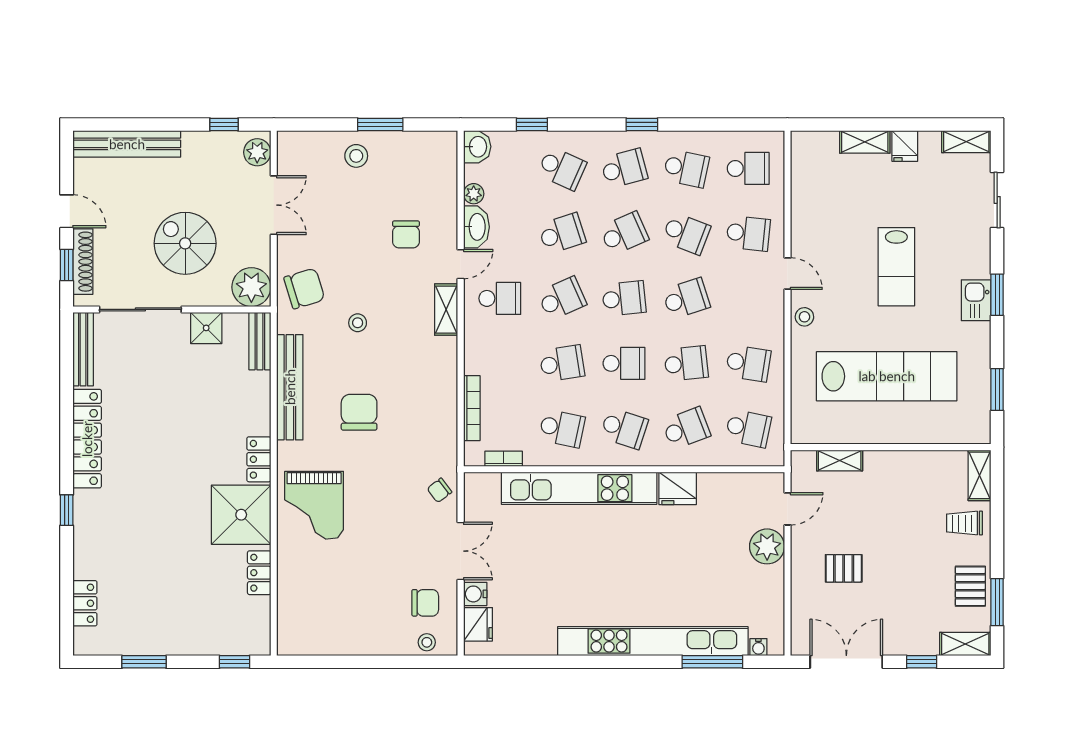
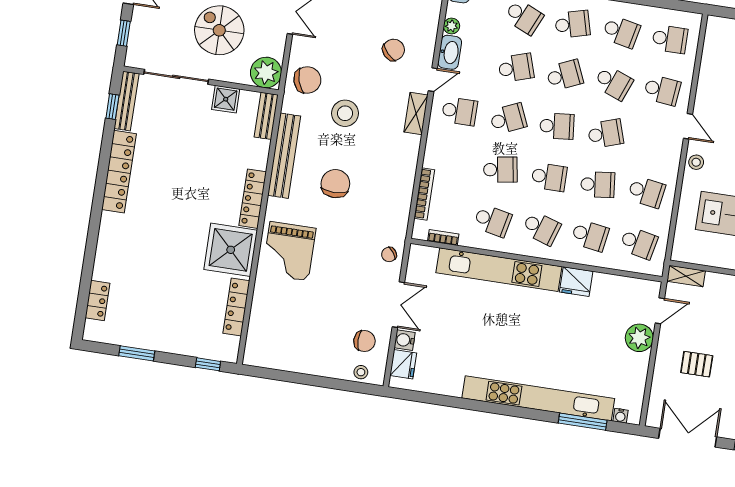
chair: (406, 234) -> (394, 50), turned -133
shoe rack: (83, 262) -> (137, 32), removed
stool: (358, 323) -> (345, 113), width x1.89, depth x1.89
school desk: (686, 428) -> (590, 236), turned 30
locker: (259, 459) -> (253, 199), width x1.53
shelving: (840, 460) -> (686, 276), moved
window: (67, 510) -> (112, 107), moved
locker: (259, 573) -> (236, 307), width x1.53

